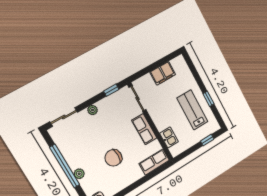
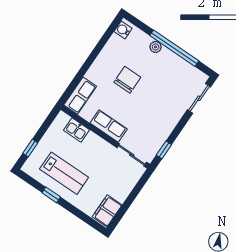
filing cabinet: (163, 73) -> (107, 211), moved
plant: (92, 110) -> (173, 120), removed

